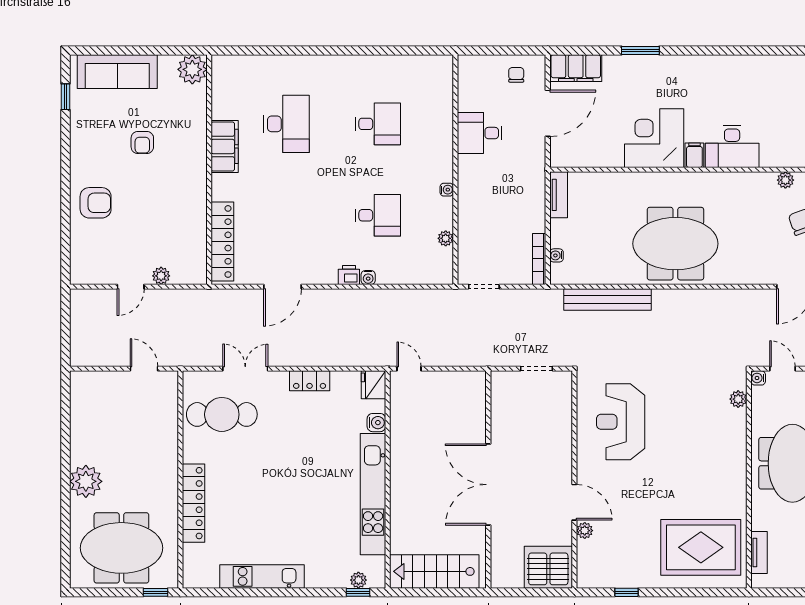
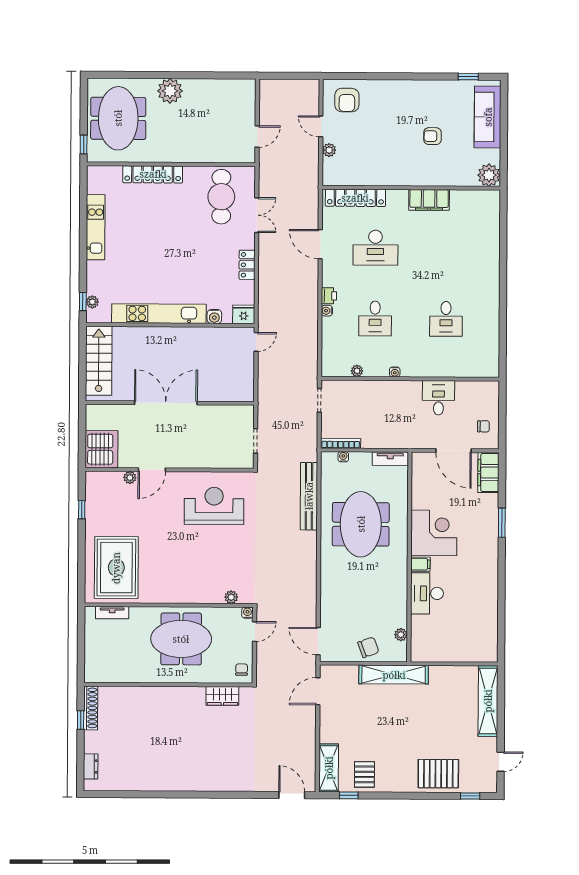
desk: (287, 124) -> (375, 248), moved
armchair: (96, 203) -> (347, 100), moved
meeting table: (675, 244) -> (361, 524), moved

